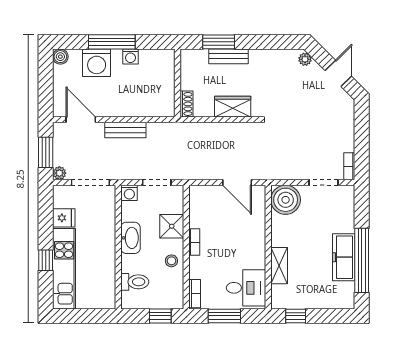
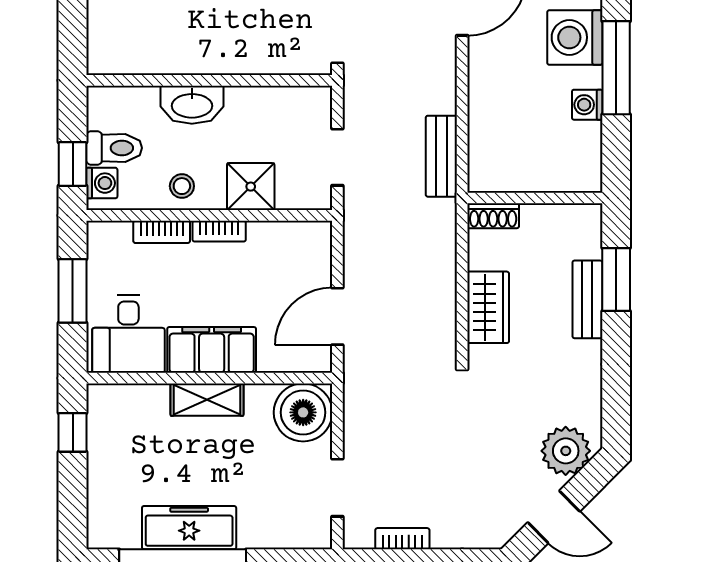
plant: (305, 59) -> (566, 451), width x1.88, depth x1.88
bench: (125, 130) -> (441, 156), moved
bookcase: (349, 166) -> (402, 539), moved
washing machine: (129, 193) -> (102, 183), moved, turned 180
washbasin: (130, 238) -> (192, 105), moved
filing cabinet: (254, 246) -> (212, 350), added
shelving: (279, 266) -> (207, 400), moved
toilet: (135, 282) -> (114, 148), moved, turned -90
bookcase: (195, 294) -> (162, 232), moved

